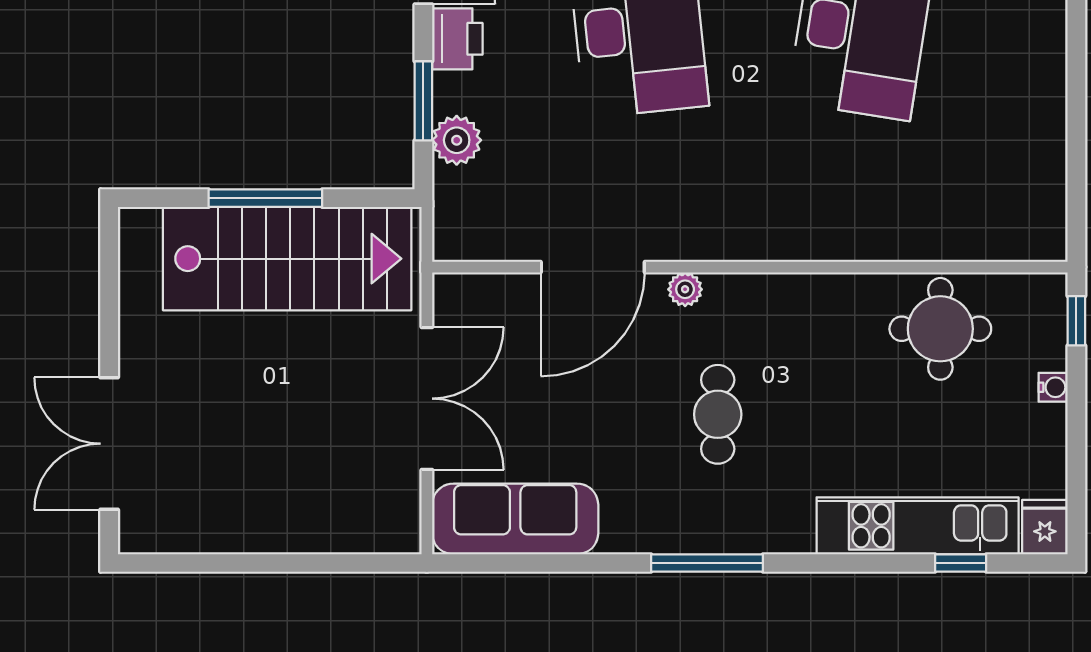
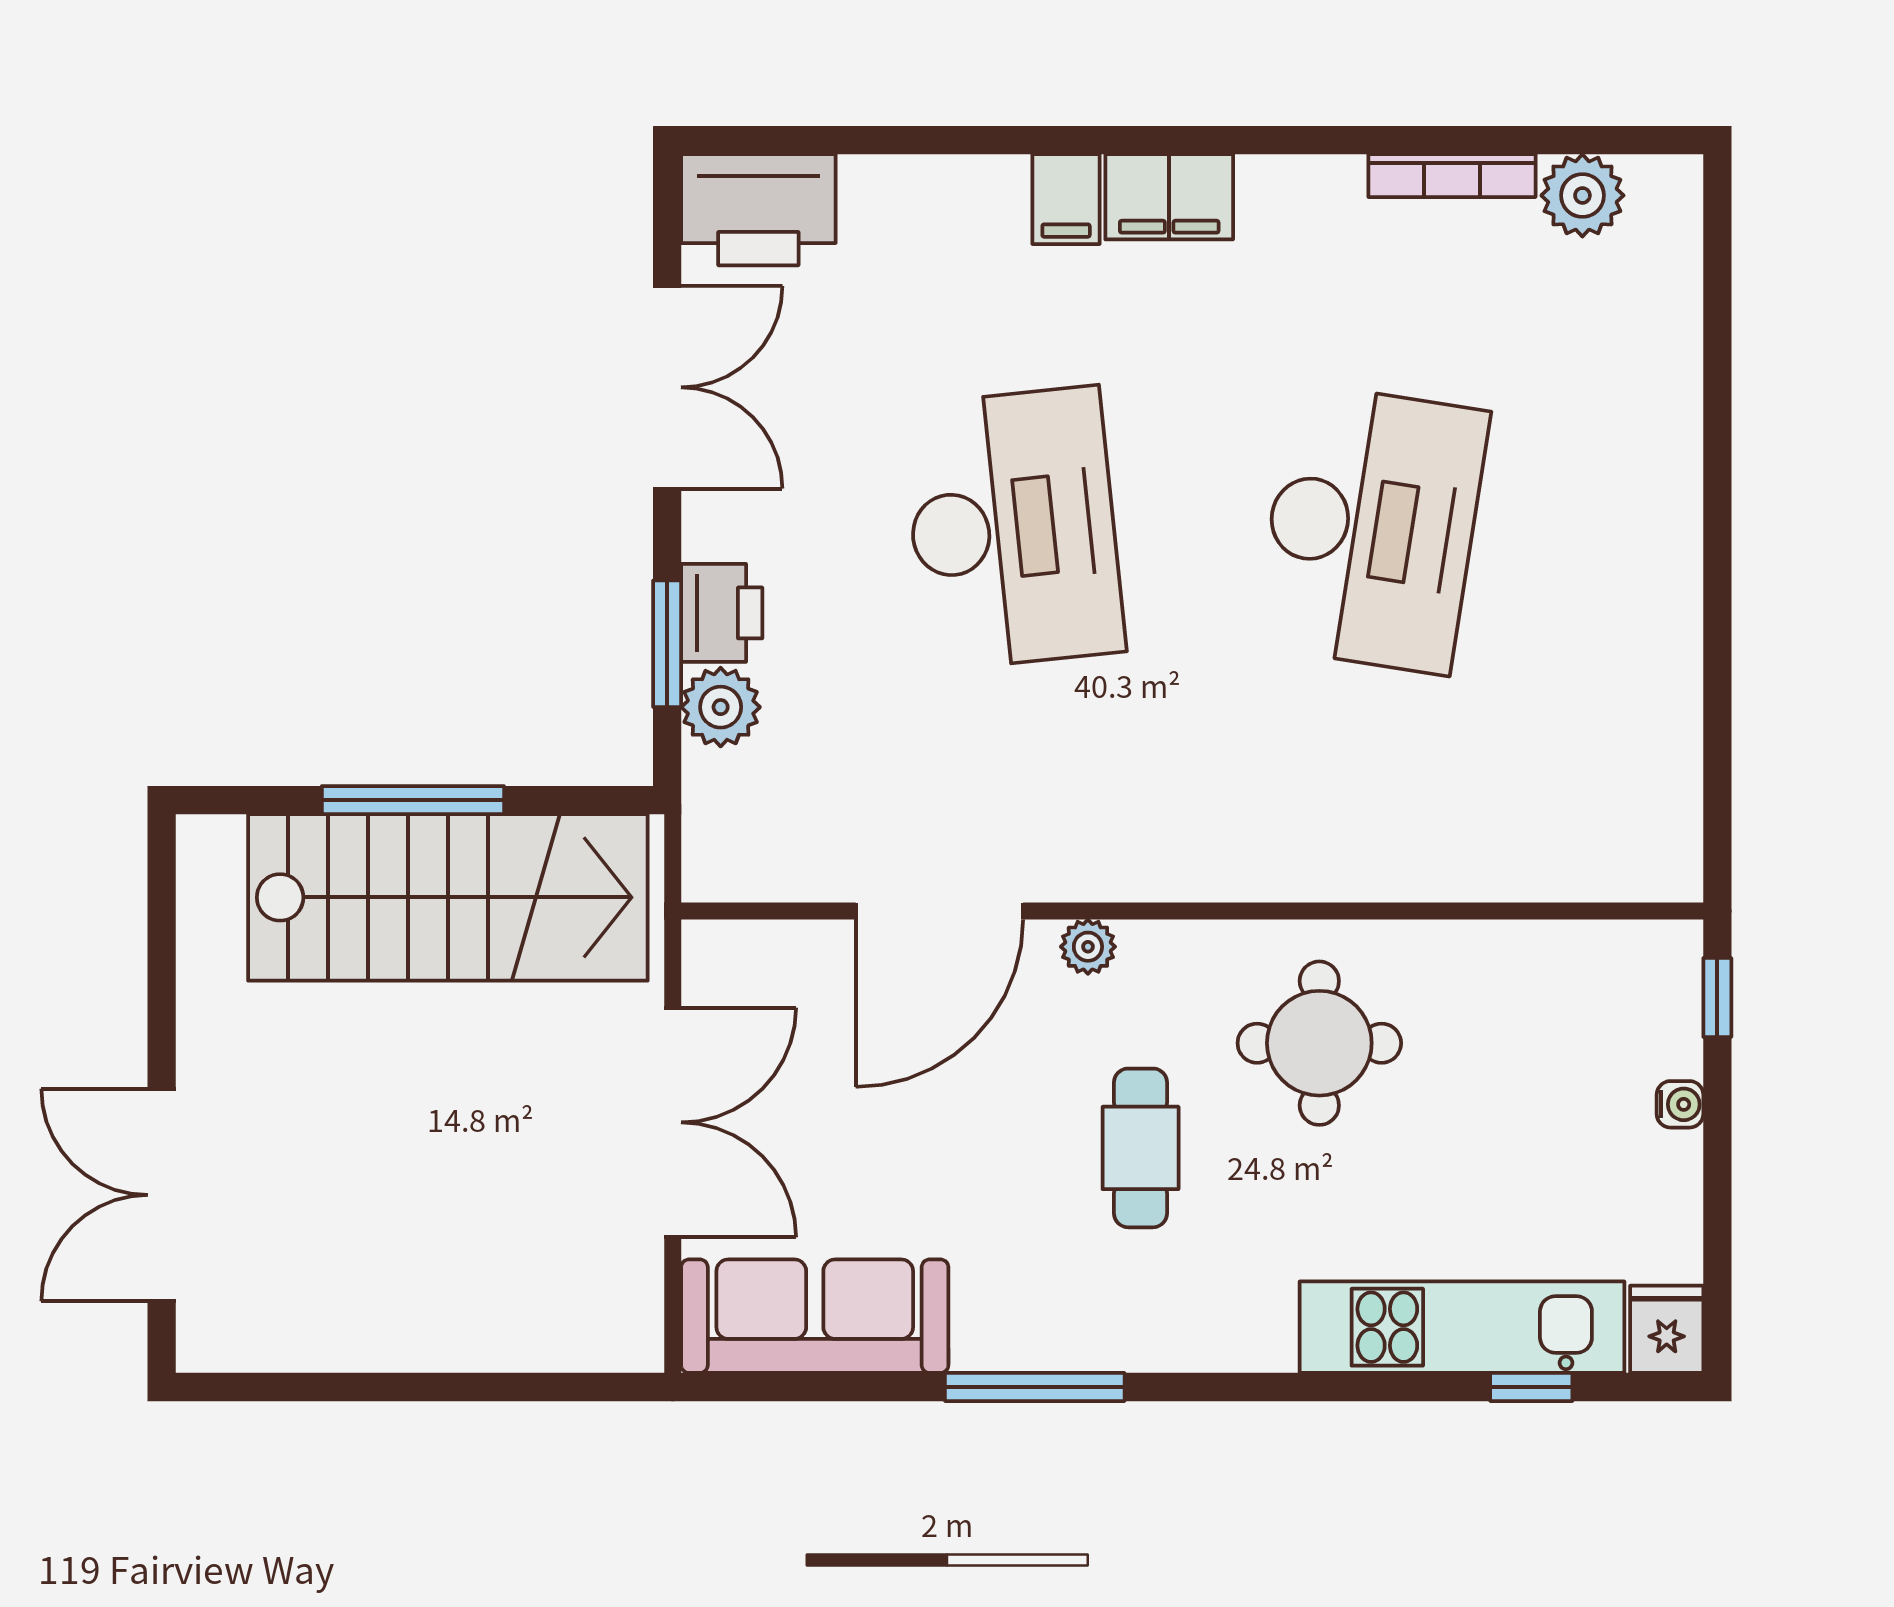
printer: (457, 39) -> (722, 613), moved
round table: (940, 329) -> (1319, 1043), moved
window: (707, 563) -> (1035, 1387), moved

